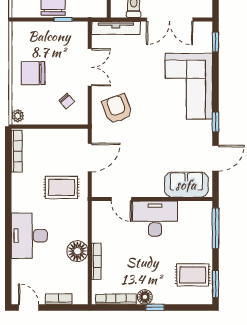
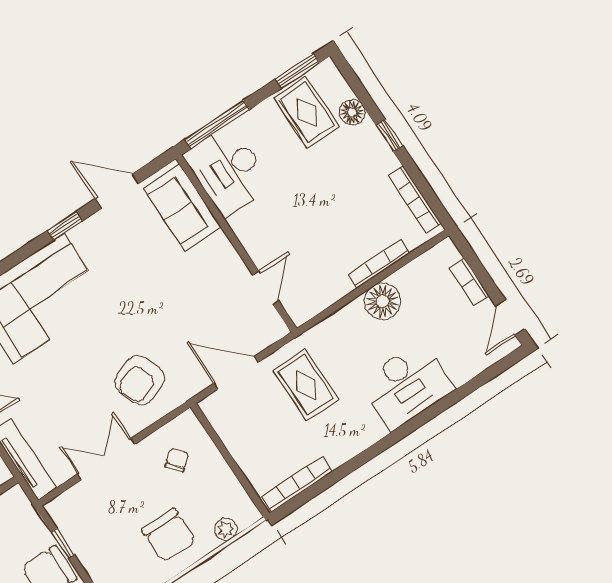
plant: (18, 116) -> (226, 529), moved
desk: (155, 219) -> (228, 170), moved
floor lamp: (145, 297) -> (352, 112), moved

